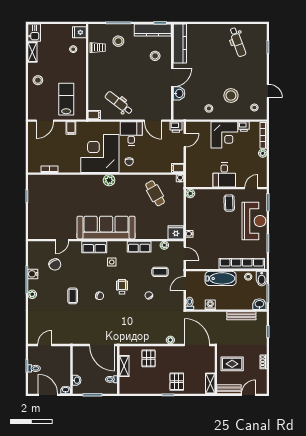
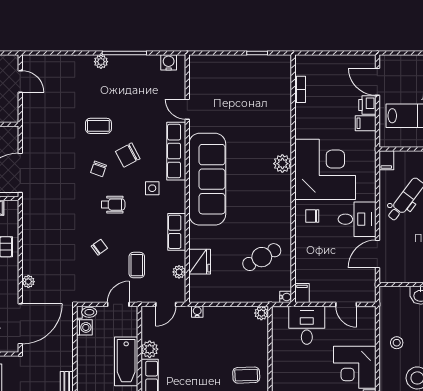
printer: (176, 127) -> (367, 105), moved
desk: (224, 175) -> (307, 325), moved, turned 90
plant: (109, 180) -> (282, 164), moved
fridge: (176, 232) -> (200, 262), moved
row of seats: (94, 247) -> (176, 151), width x1.48
chair: (55, 264) -> (128, 155), moved
plant: (213, 264) -> (150, 349), added
water cooler: (33, 274) -> (169, 62), moved
door: (185, 283) -> (118, 304), hinge flipped
washing machine: (210, 305) -> (84, 327), moved

